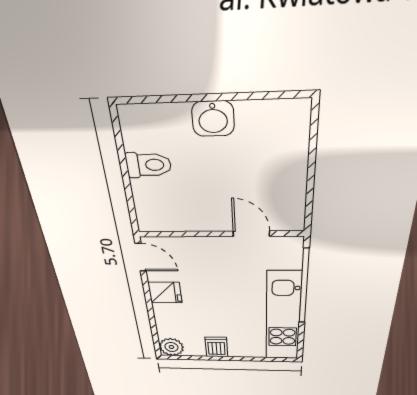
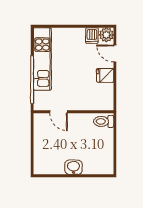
toilet: (148, 165) -> (104, 121), moved
door: (141, 257) -> (115, 53), moved
dishwasher: (216, 347) -> (92, 36), moved

